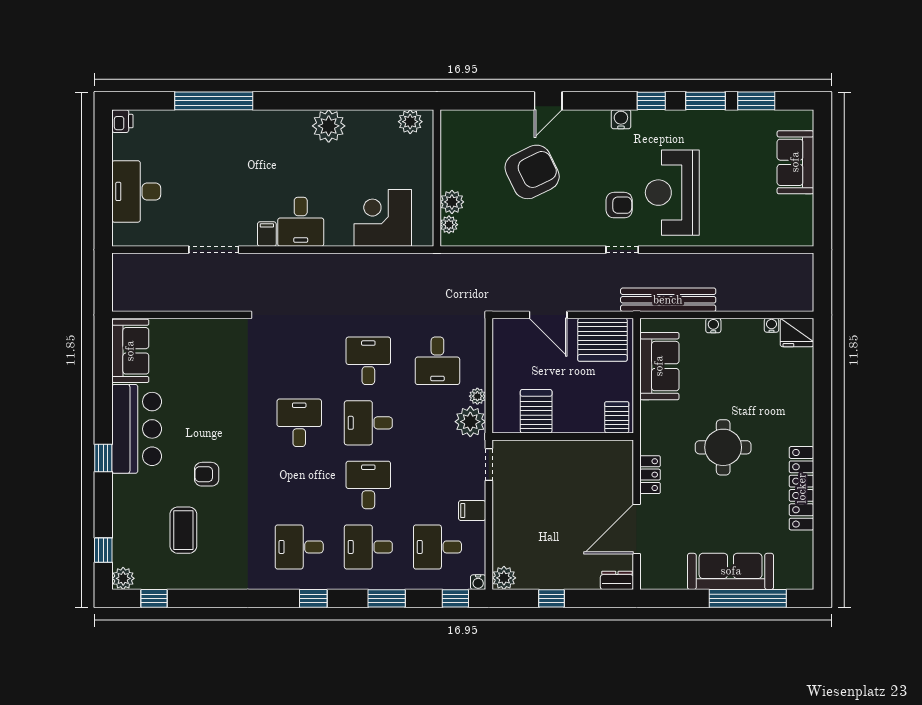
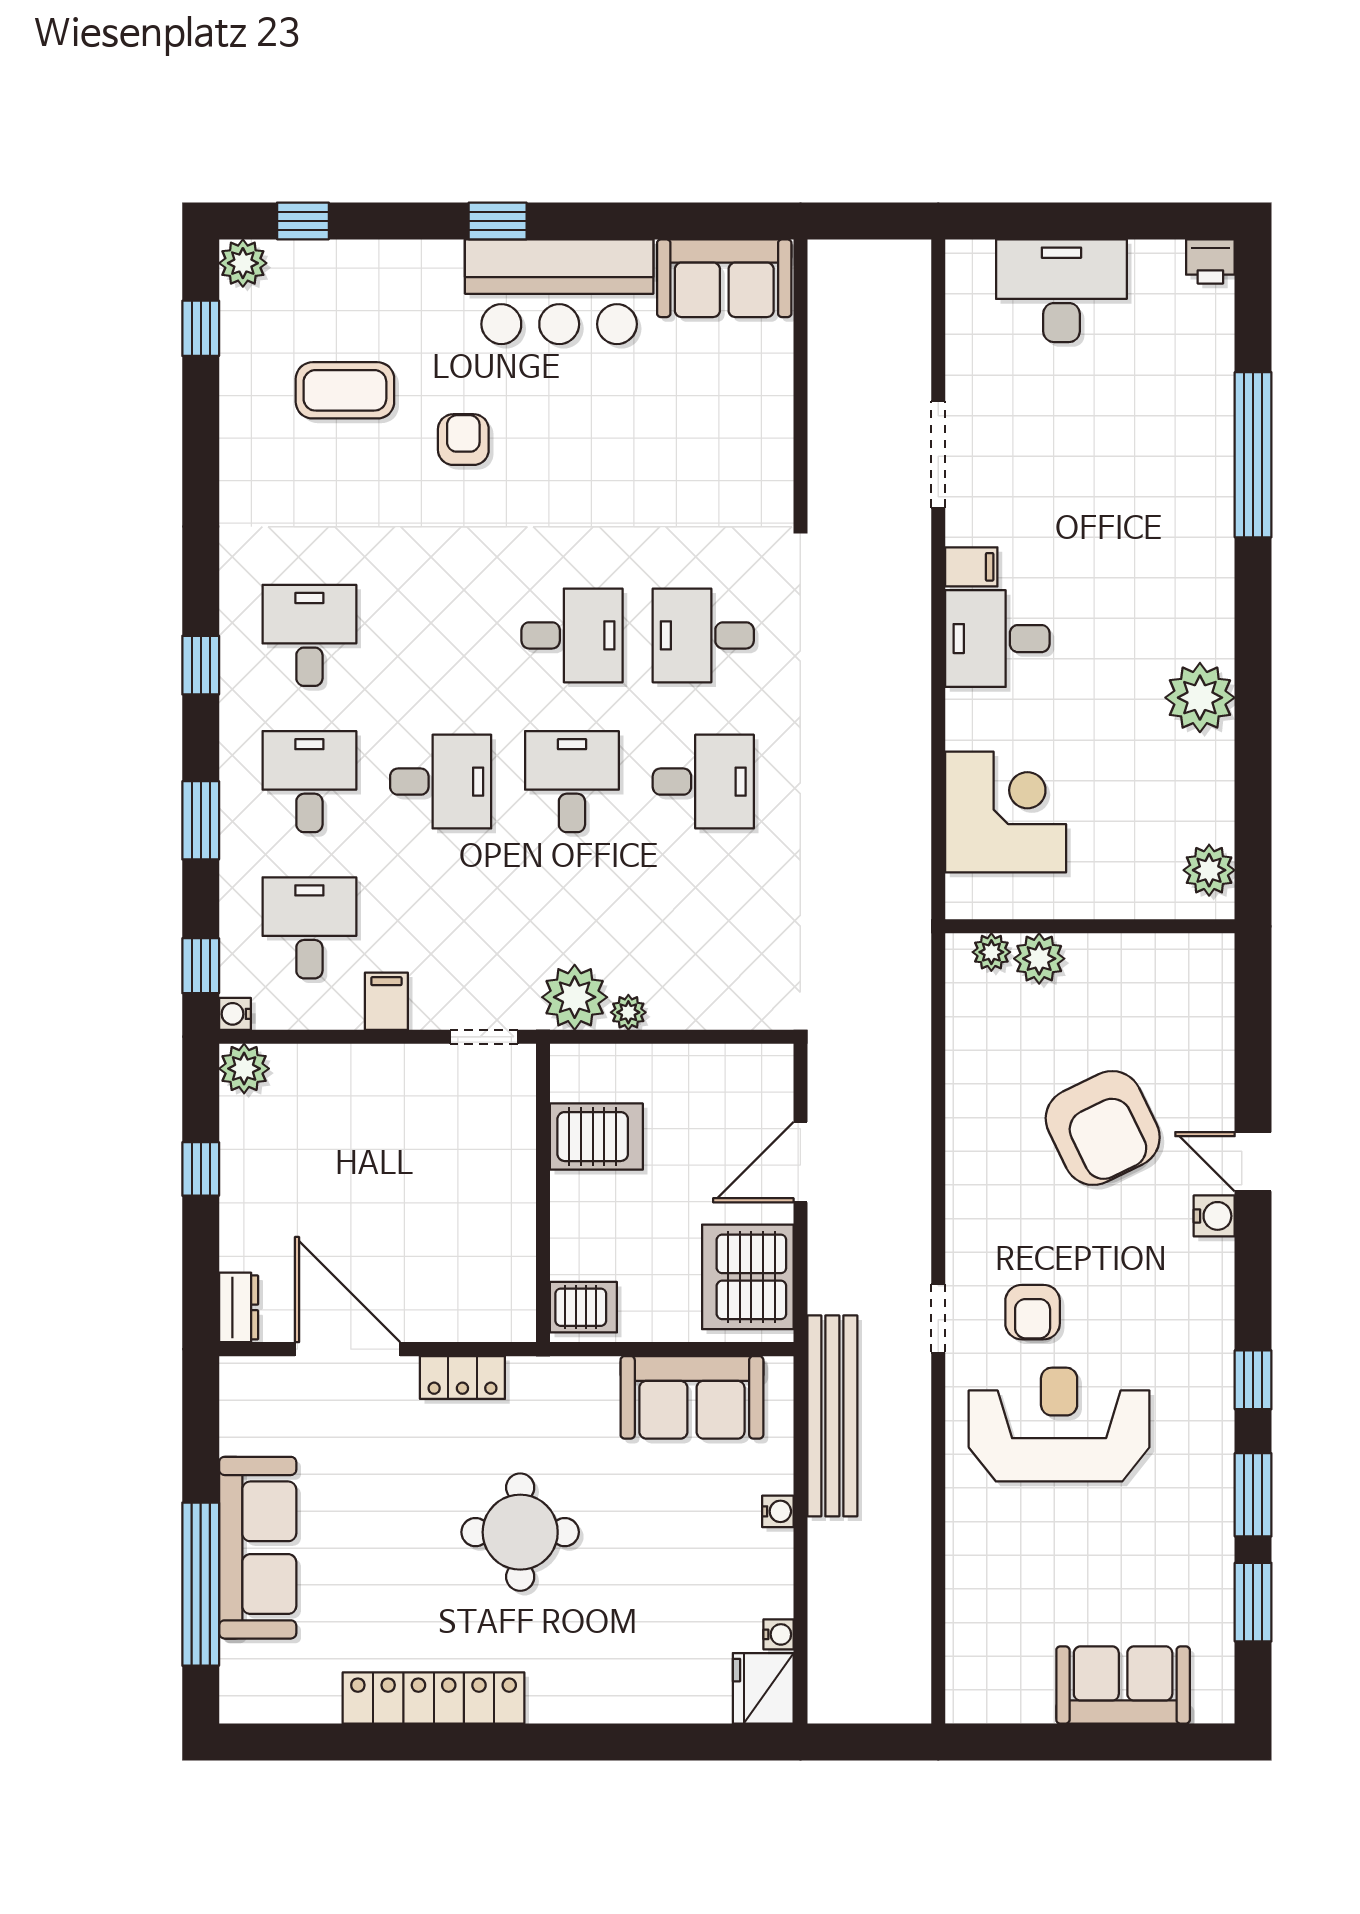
water cooler: (621, 119) -> (1214, 1216), moved
desk: (437, 361) -> (703, 635), moved

